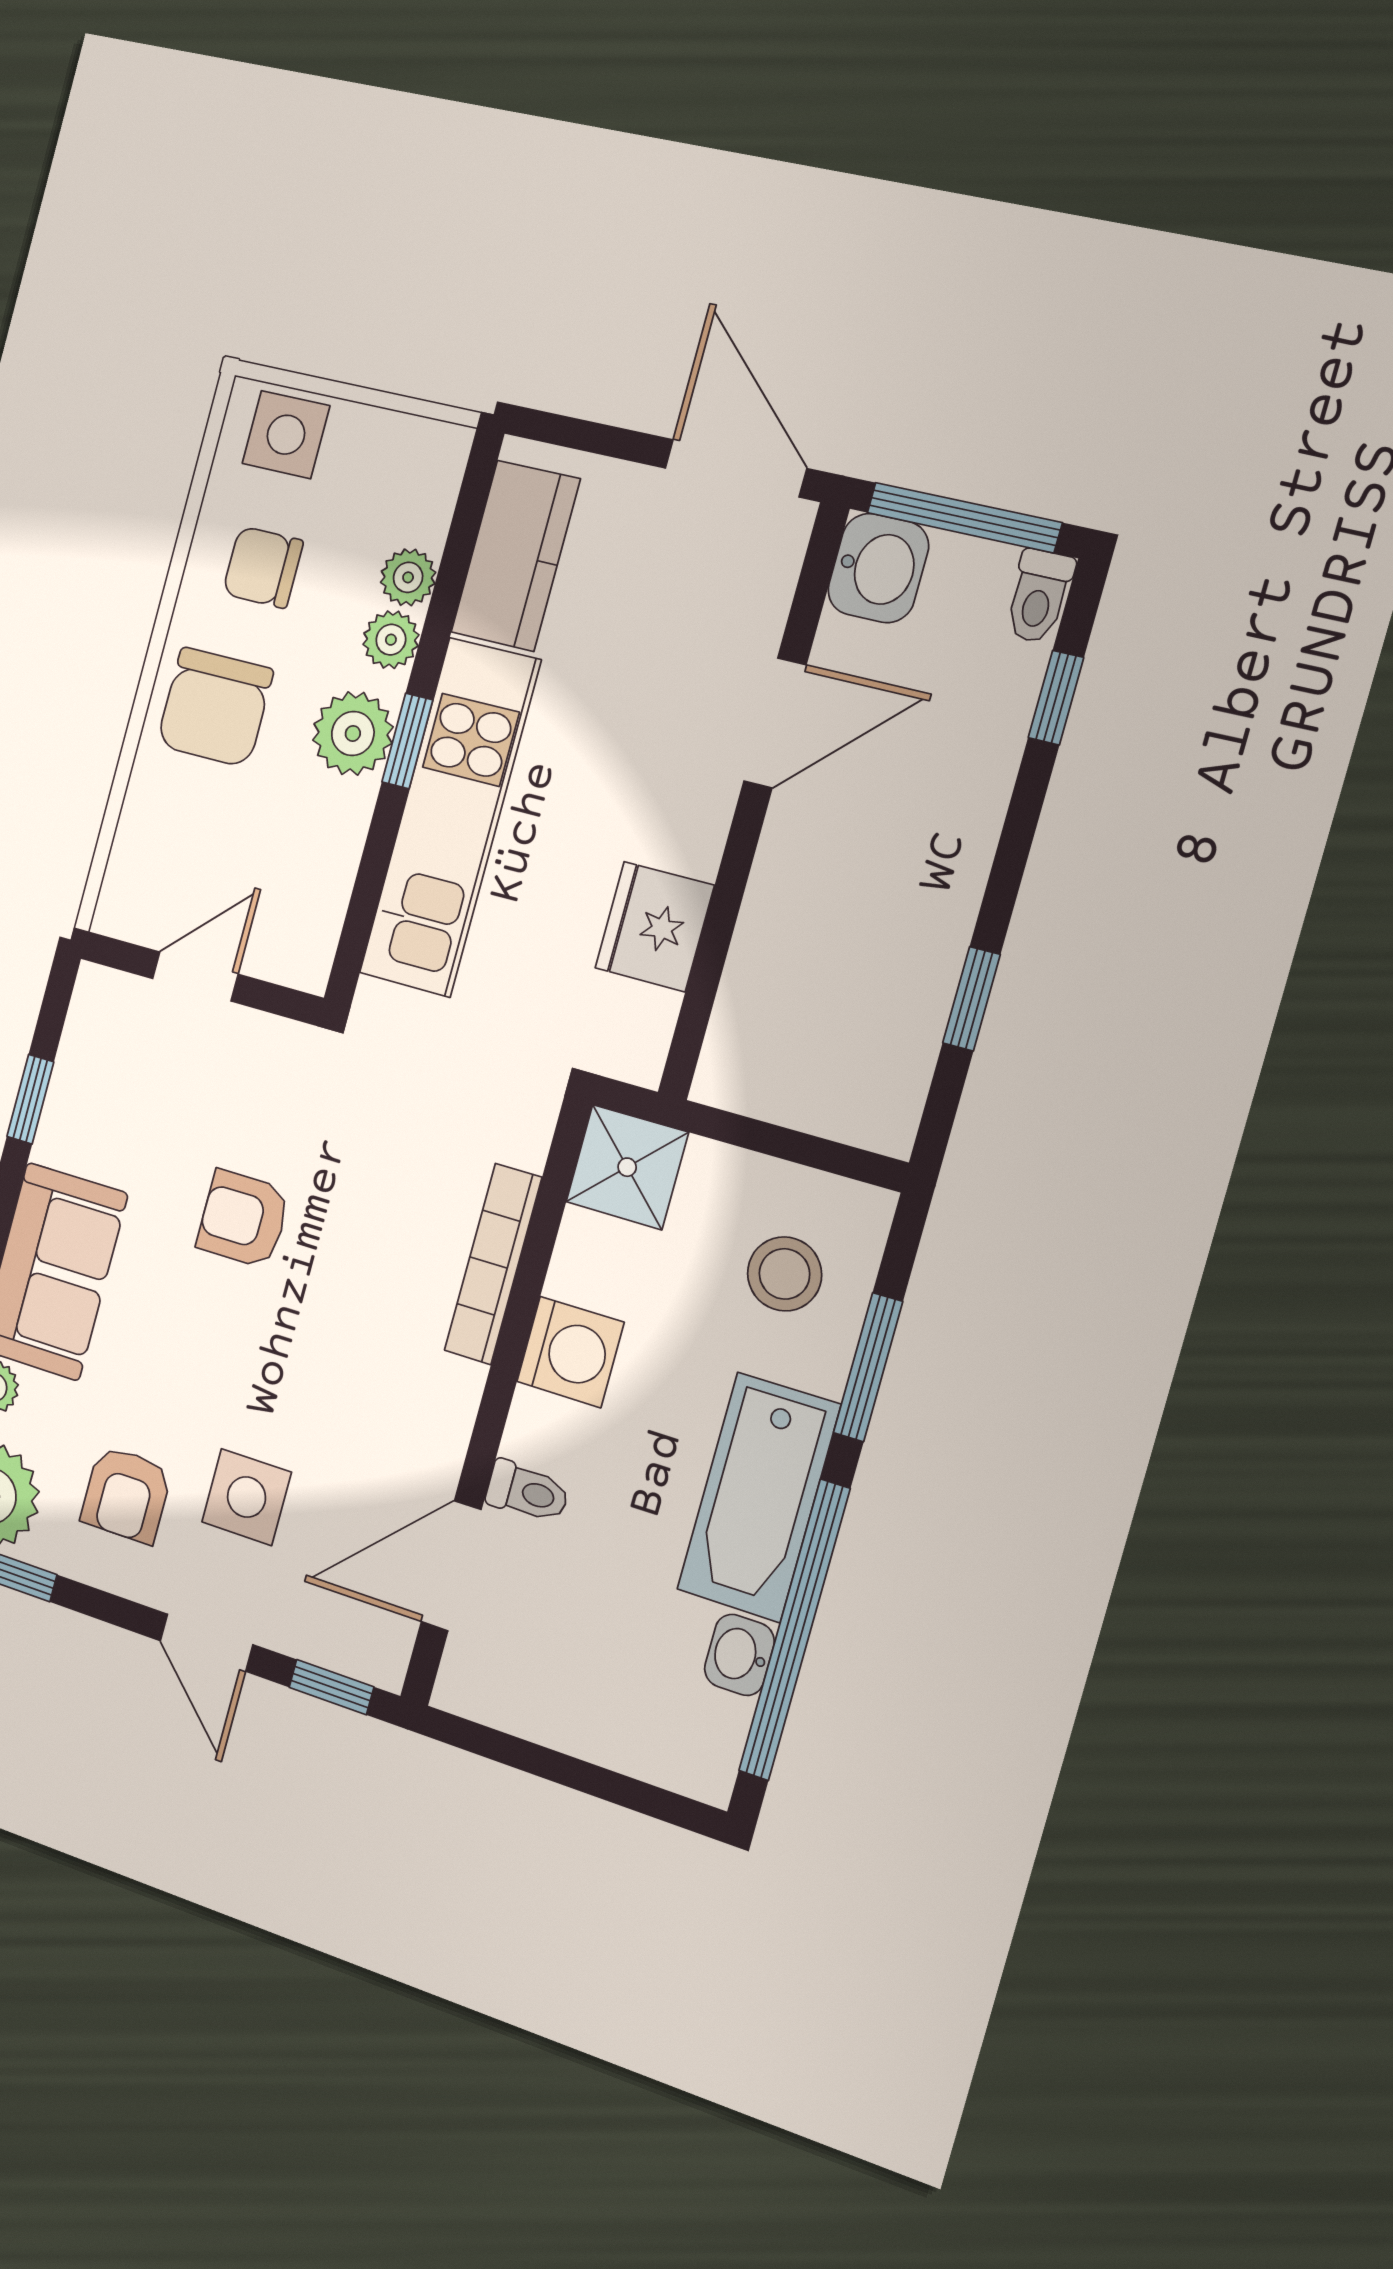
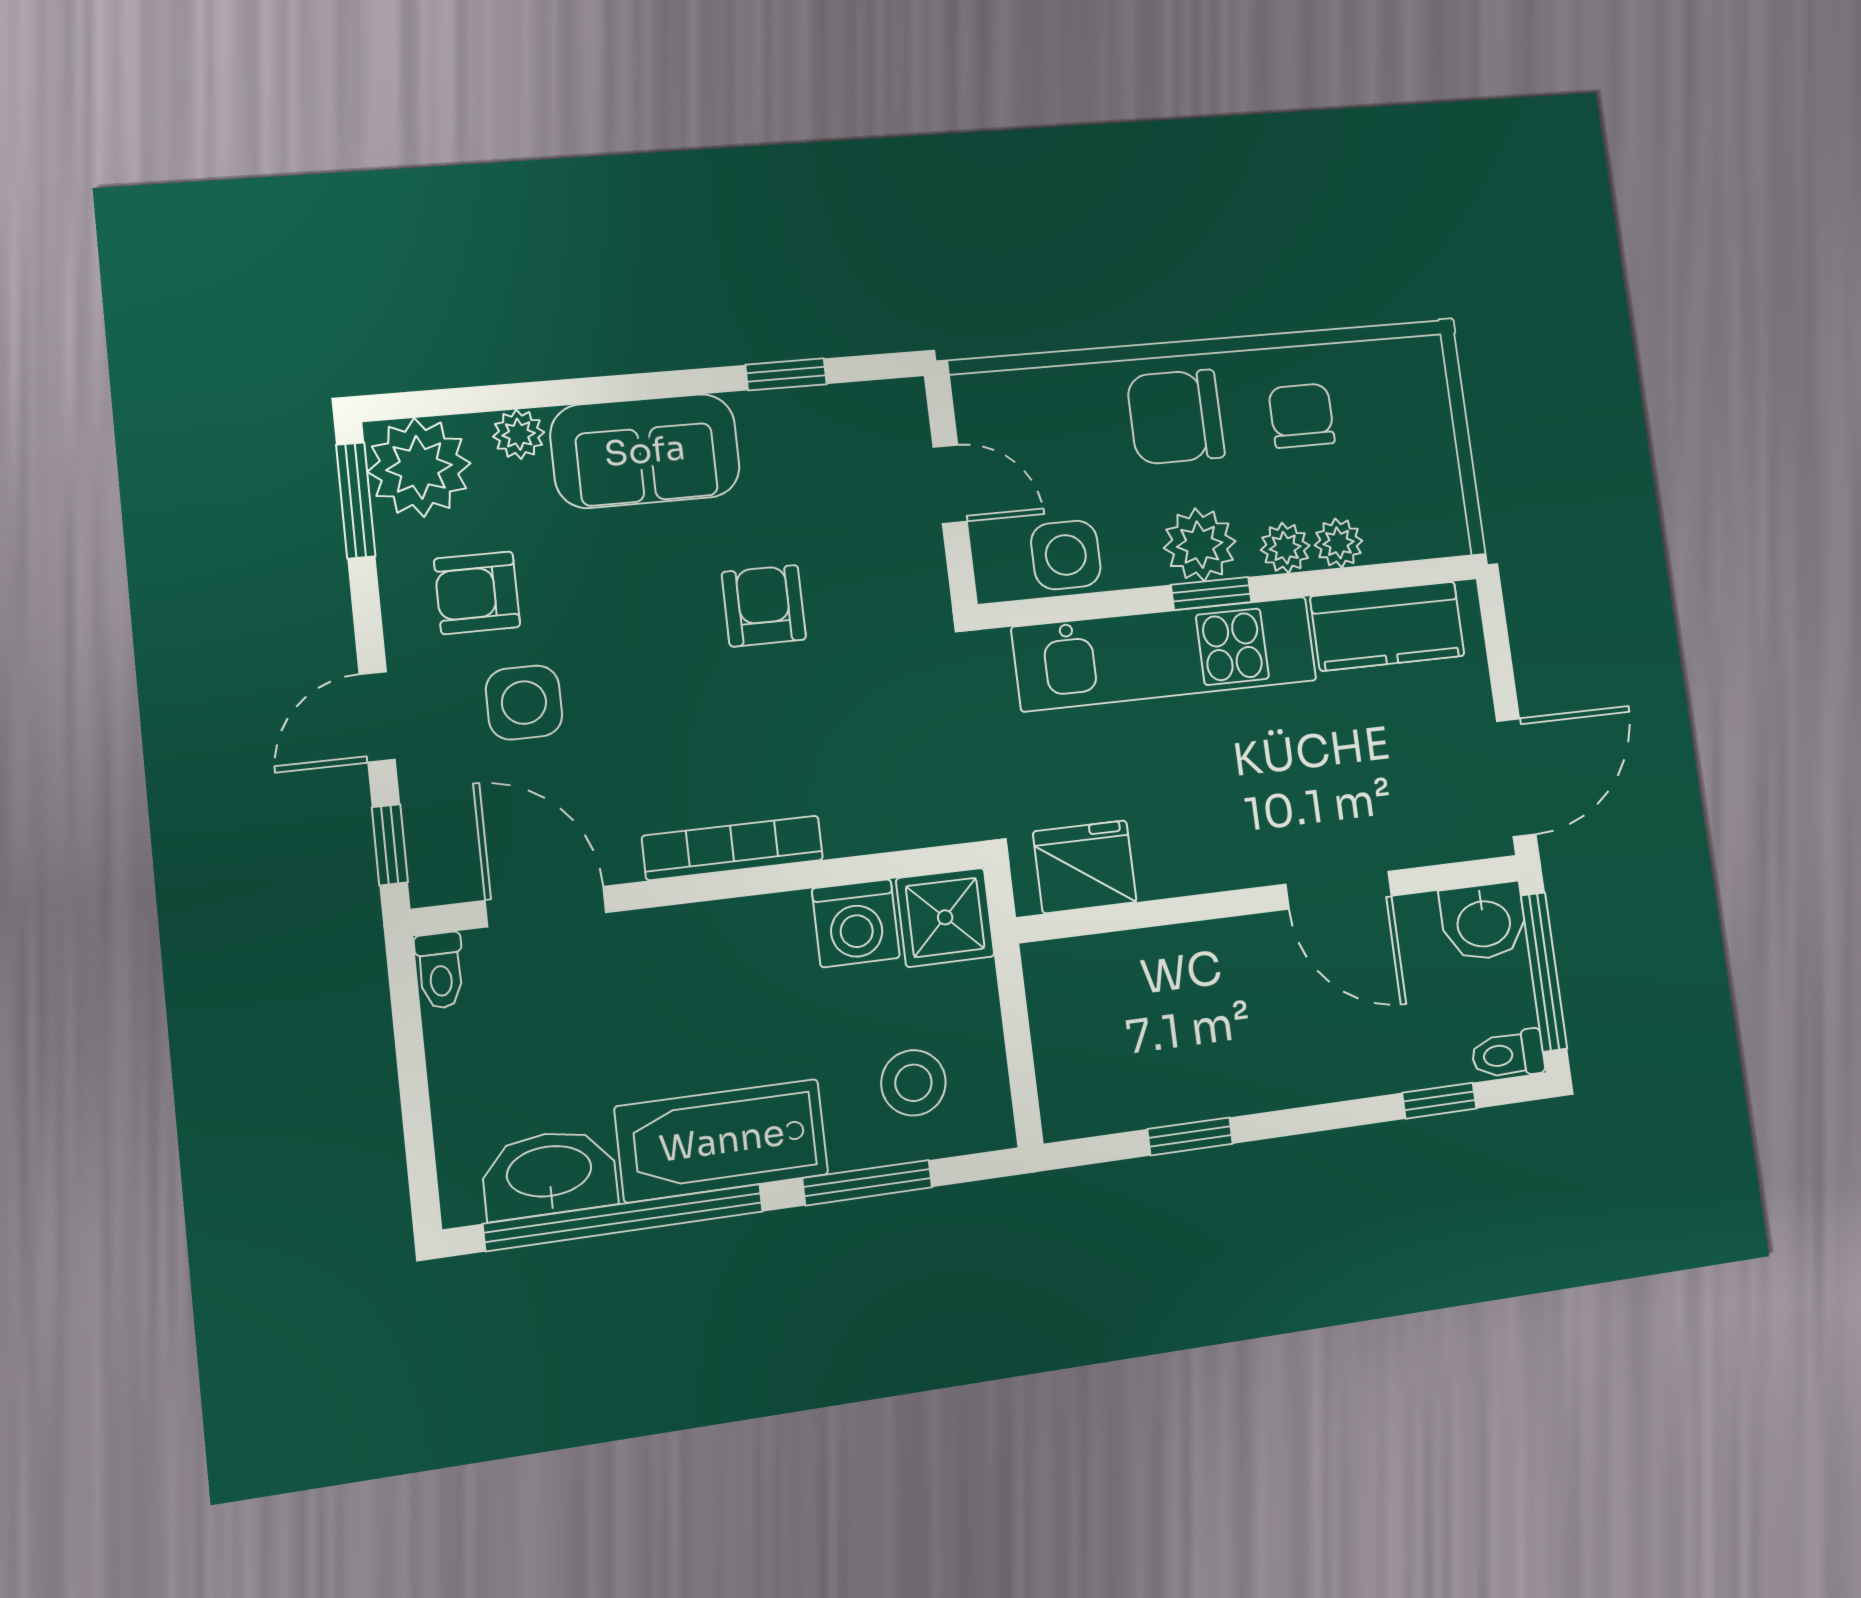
side table: (286, 435) -> (1066, 555), moved
fridge: (655, 927) -> (1085, 867), moved
bookcase: (493, 1264) -> (733, 848), moved
washing machine: (570, 1352) -> (856, 923), moved
toilet: (528, 1492) -> (440, 970), moved
washbasin: (739, 1655) -> (549, 1174), width x1.91, depth x1.45

